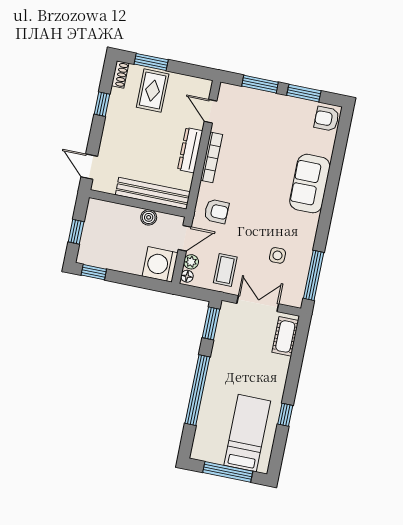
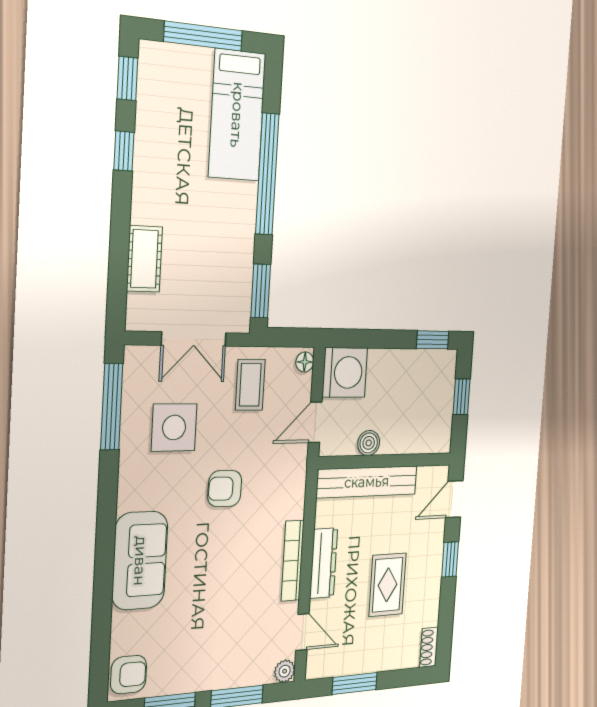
window: (151, 62) -> (355, 684), moved
rug: (153, 91) -> (388, 585), moved
window: (102, 104) -> (450, 559), moved
door: (89, 167) -> (454, 499), swing flipped
armchair: (216, 211) -> (225, 489), moved
side table: (277, 255) -> (174, 427), width x1.87, depth x1.87
plant: (191, 262) -> (285, 671), moved
cot: (285, 336) -> (144, 259), moved
bed: (247, 433) -> (237, 115), moved
window: (277, 454) -> (127, 78), added

